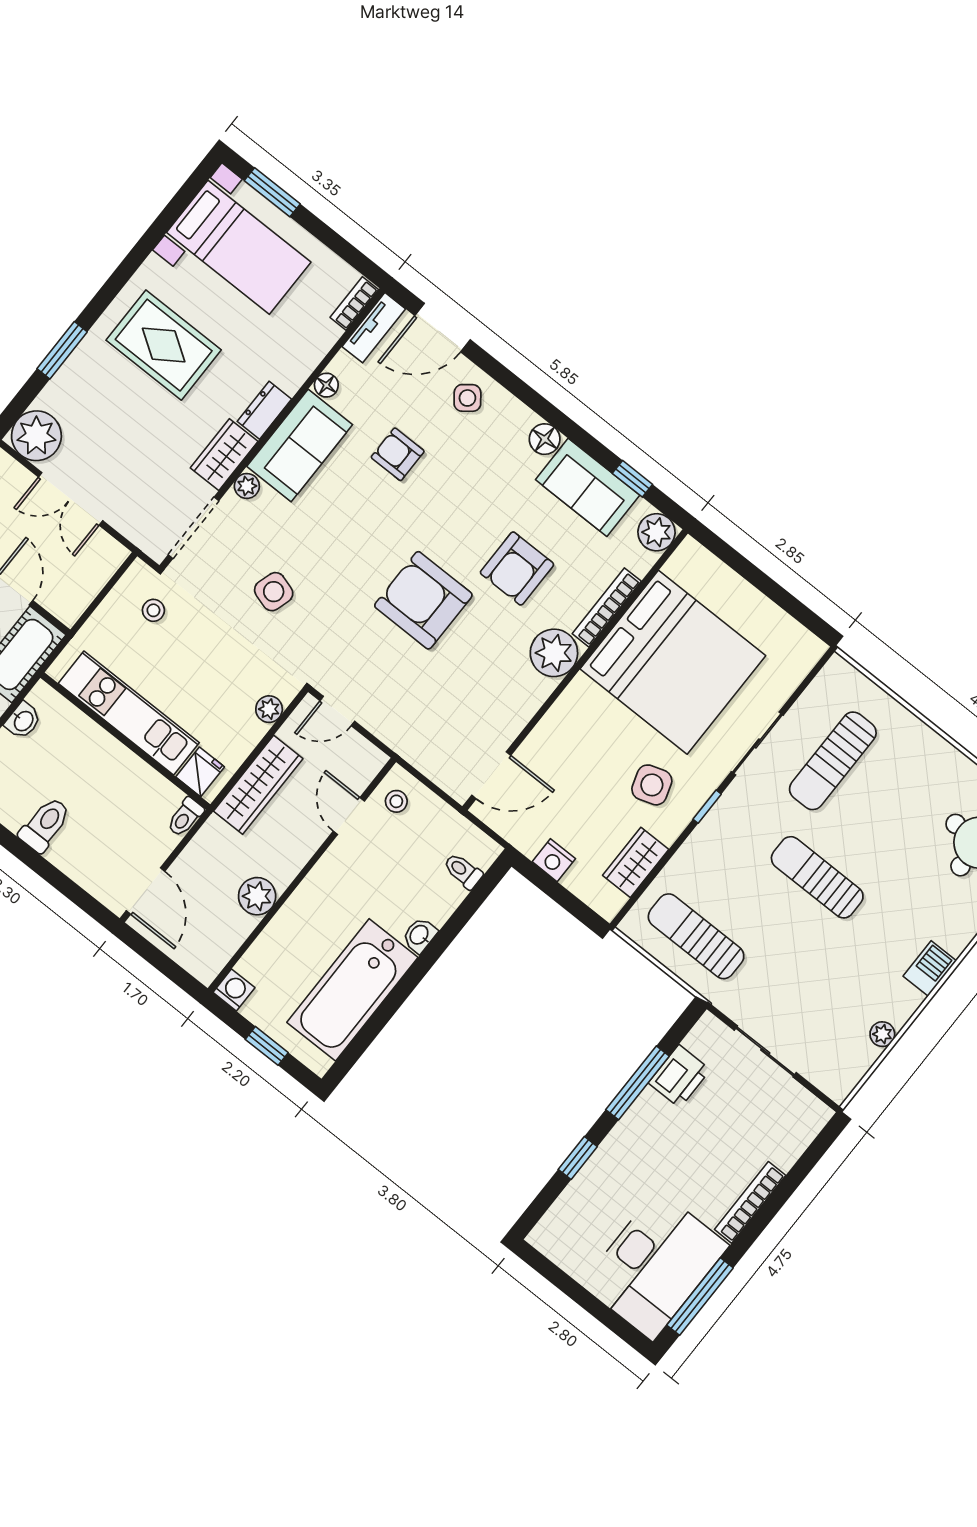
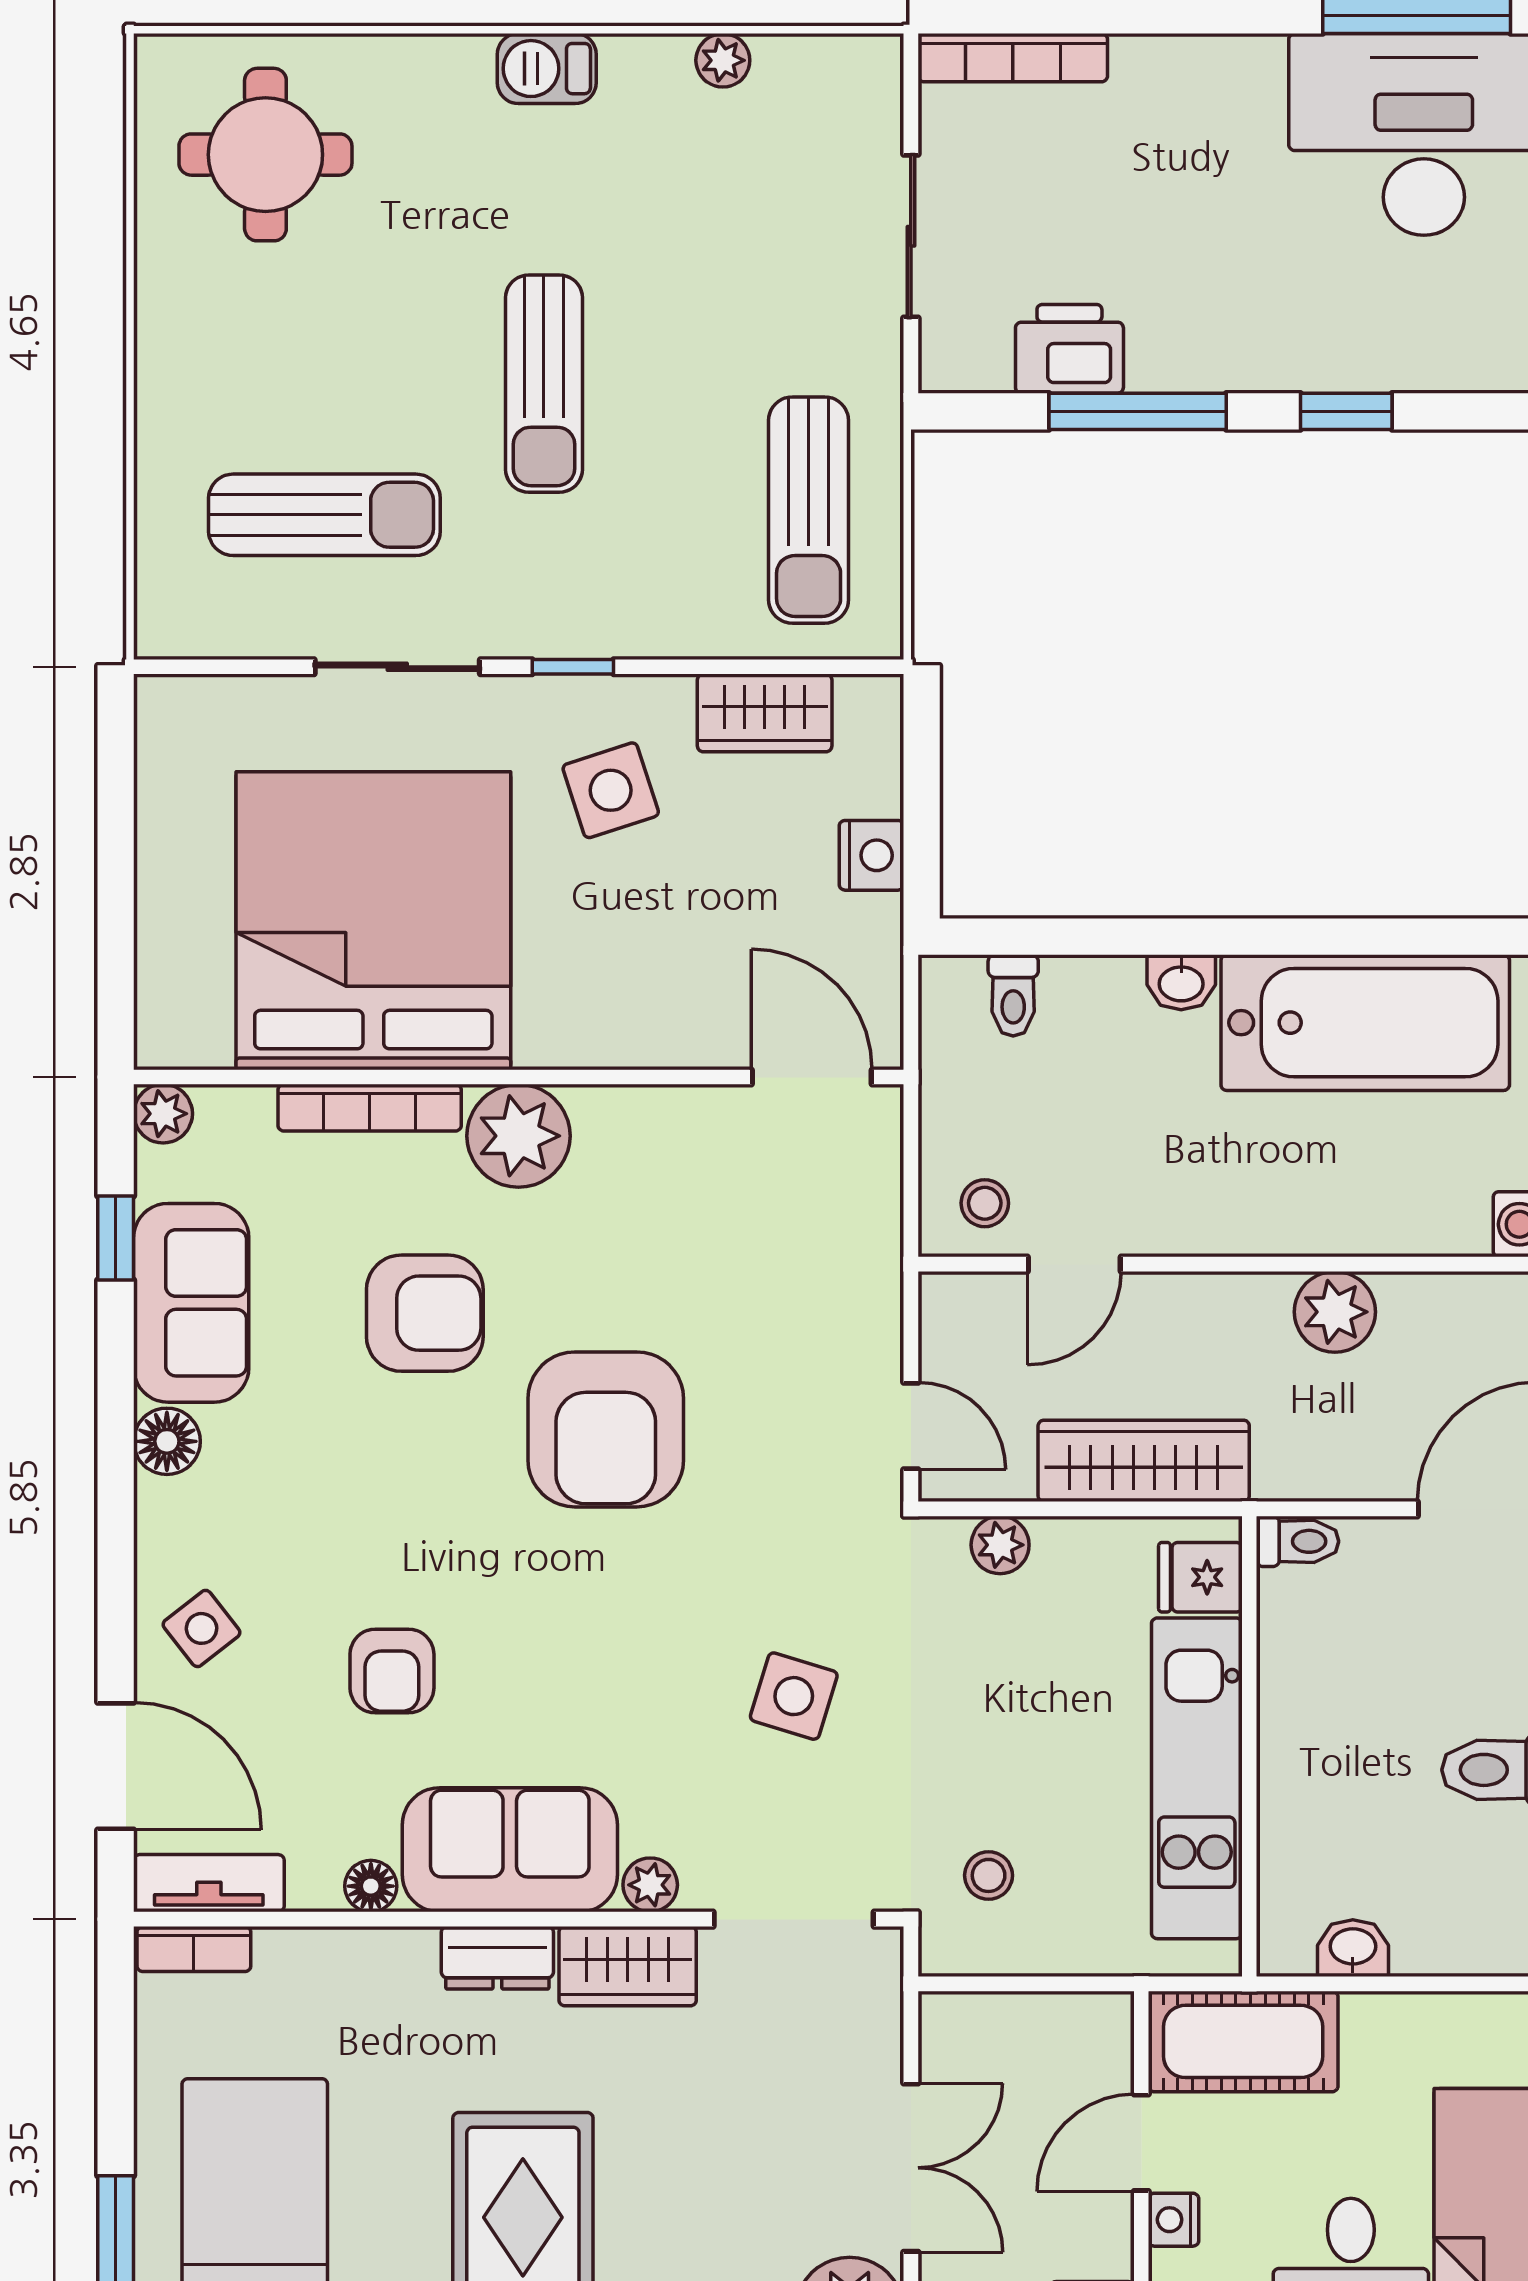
plant: (657, 532) -> (163, 1114), width x0.73, depth x0.73
bookcase: (750, 1202) -> (1013, 58), moved

